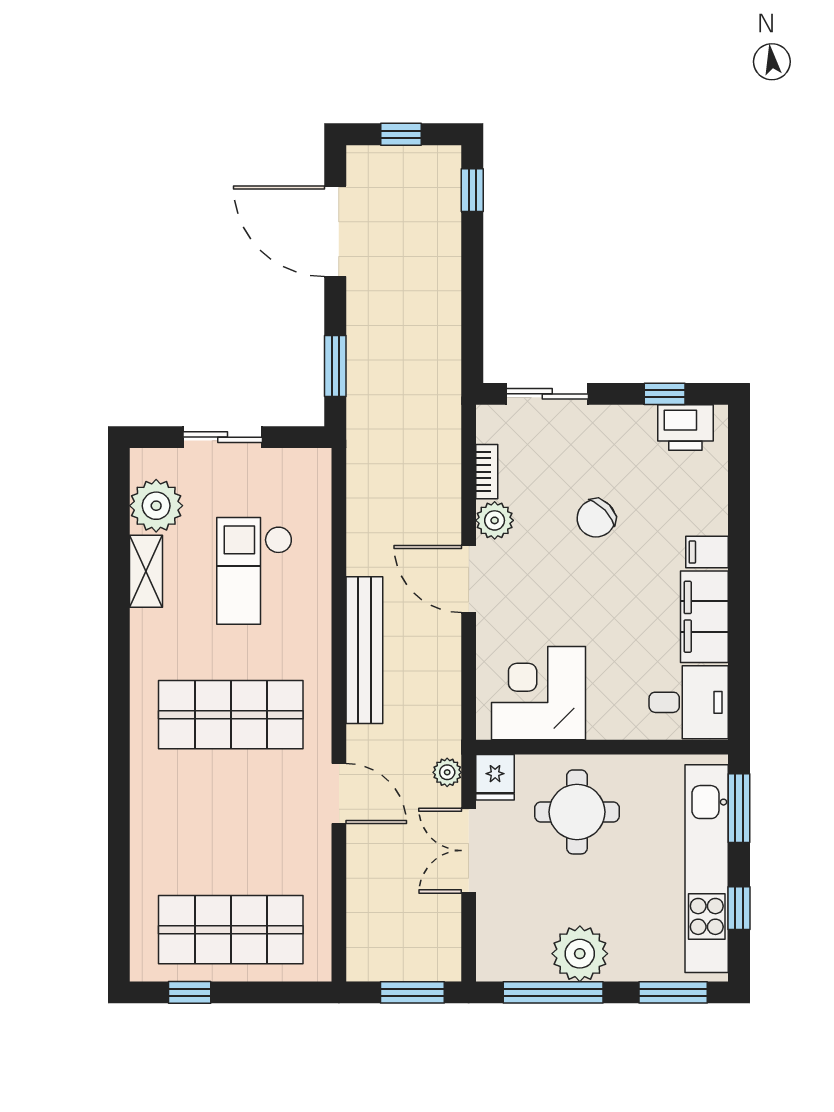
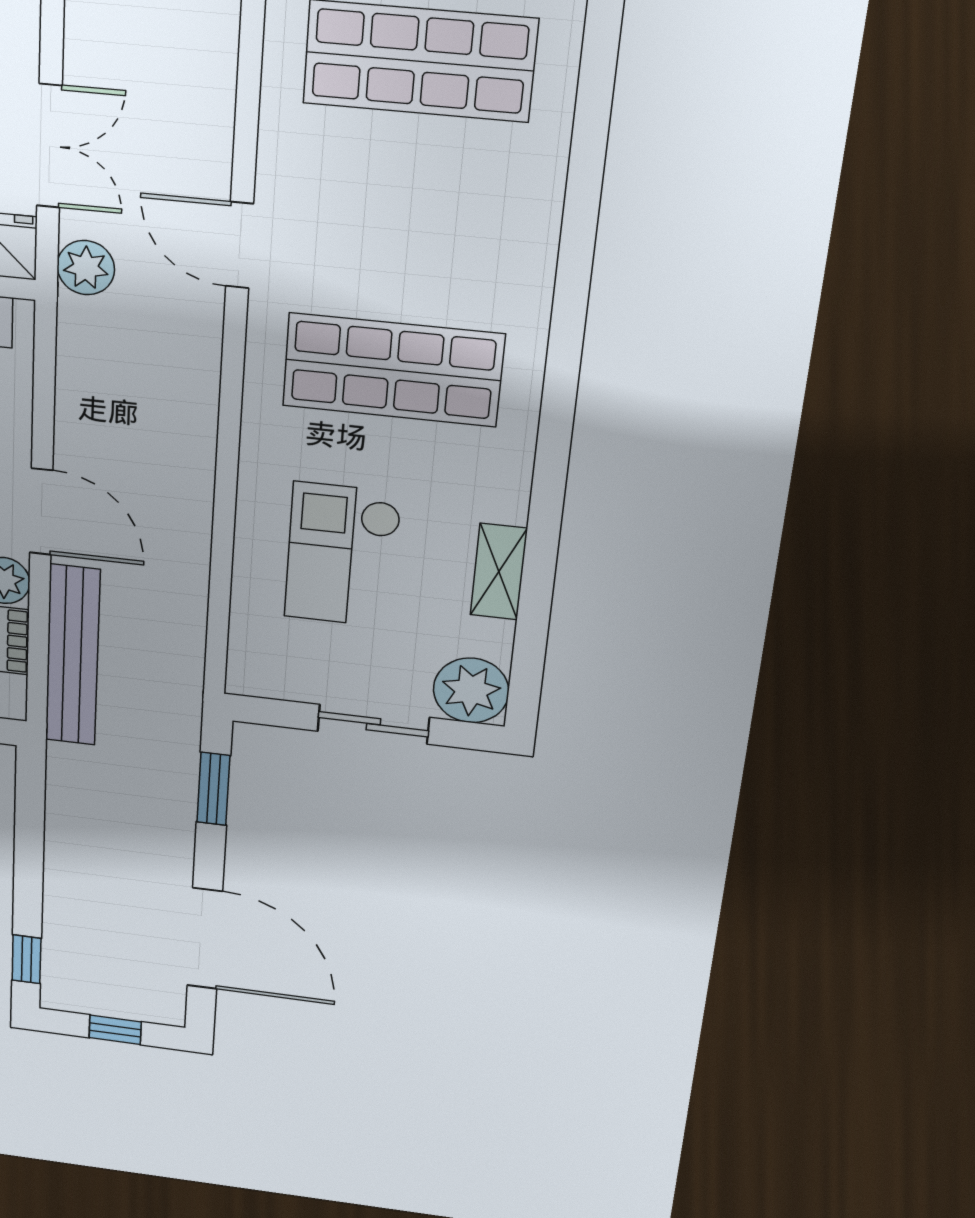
plant: (156, 506) -> (471, 690), moved
checkout: (254, 571) -> (343, 555), turned 180
bench: (364, 650) -> (73, 656), moved
plant: (447, 772) -> (86, 268), width x1.38, depth x1.38

